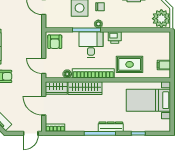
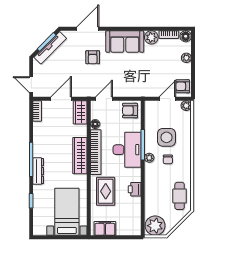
printer: (115, 37) -> (135, 189), moved
desk: (91, 45) -> (127, 150), width x1.37
filing cabinet: (164, 65) -> (105, 228), width x2.00
wardrobe: (85, 88) -> (80, 156), moved

